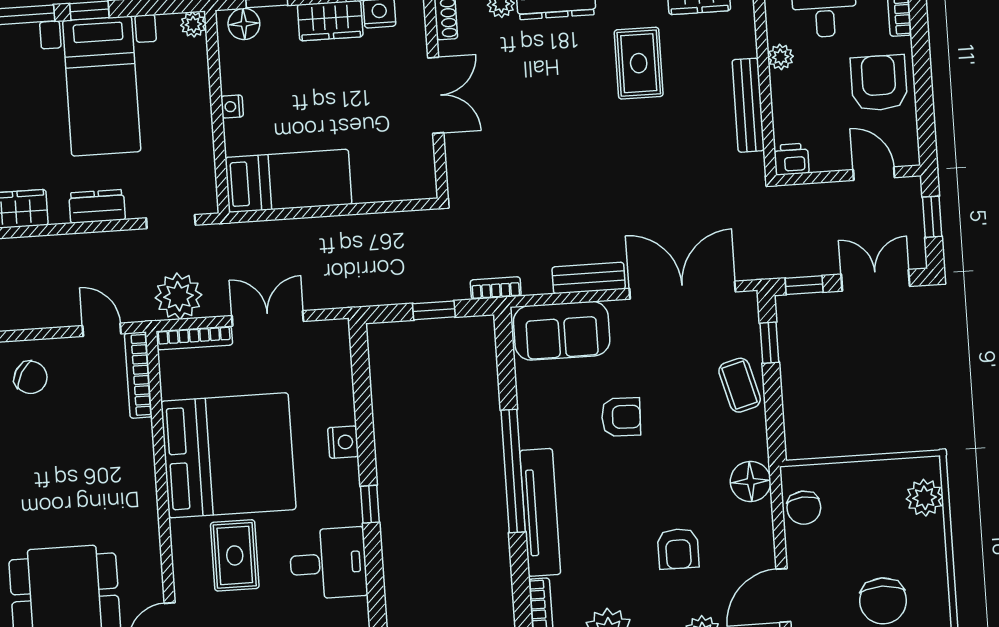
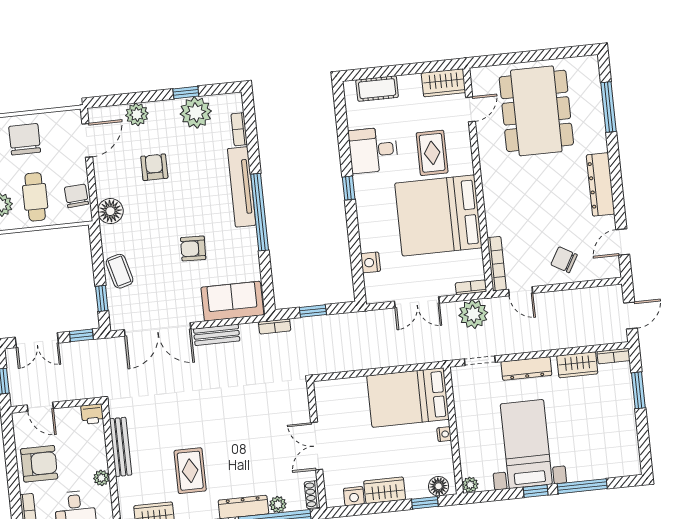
armchair: (879, 83) -> (39, 464), turned -90
bed: (288, 181) -> (408, 398), width x1.50
dresser: (97, 206) -> (526, 368), width x1.44
bookcase: (194, 338) -> (471, 287), width x0.64
nightstand: (343, 442) -> (371, 262), moved
cafe table: (870, 509) -> (35, 197), added

